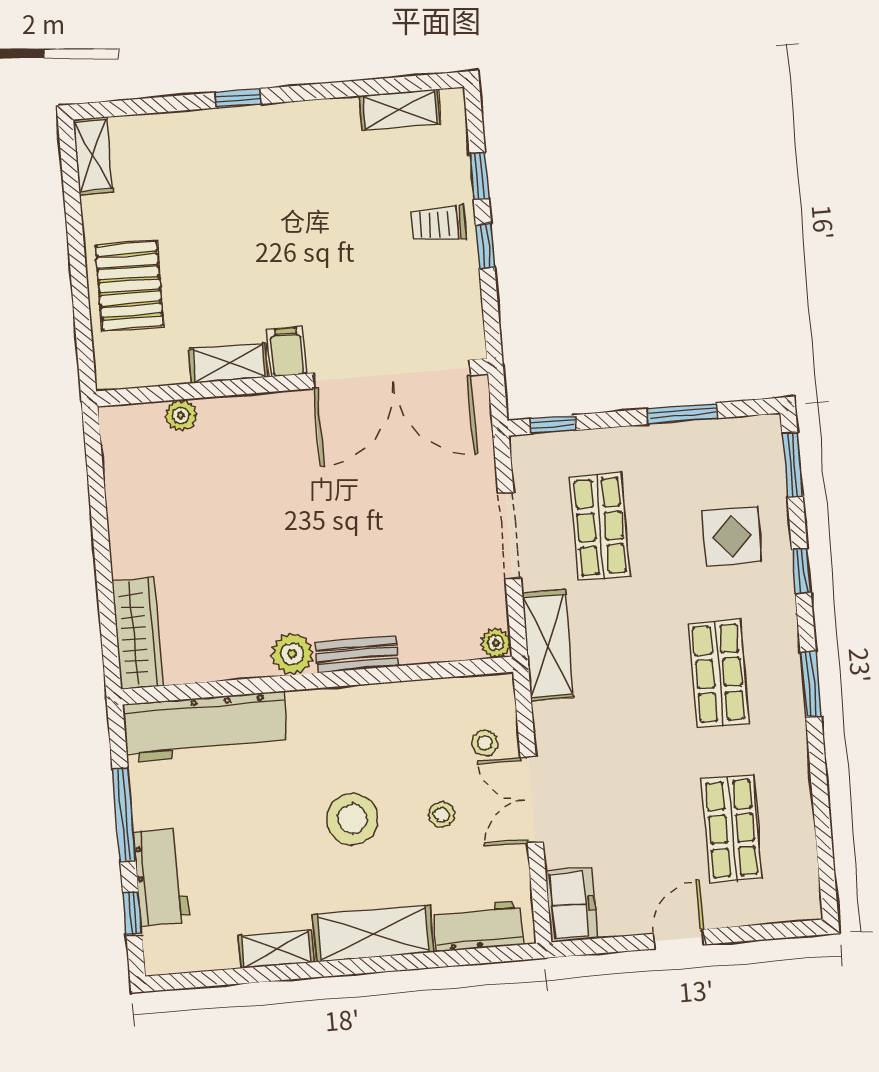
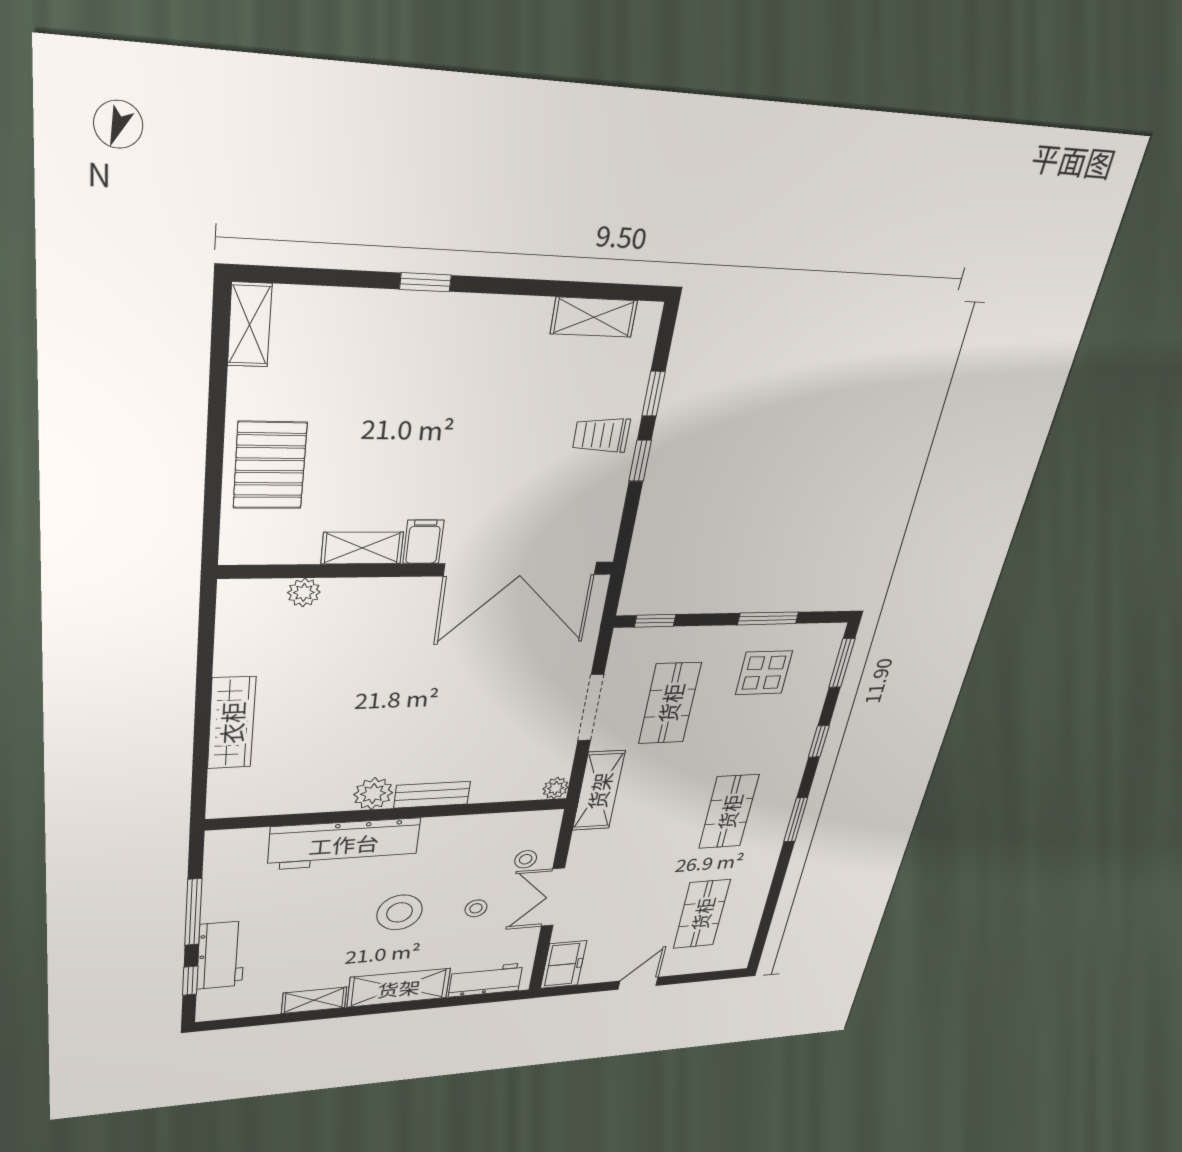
display table: (732, 536) -> (764, 673), moved
wardrobe: (137, 633) -> (231, 723), moved
workbench: (205, 727) -> (344, 844), moved

